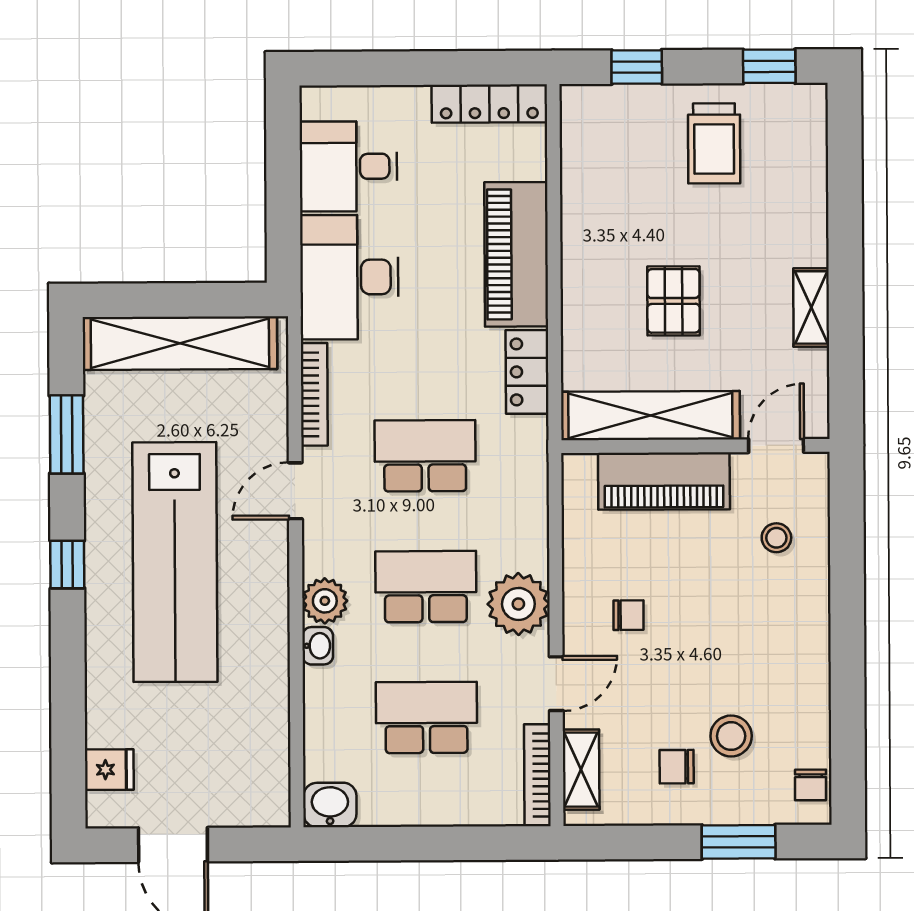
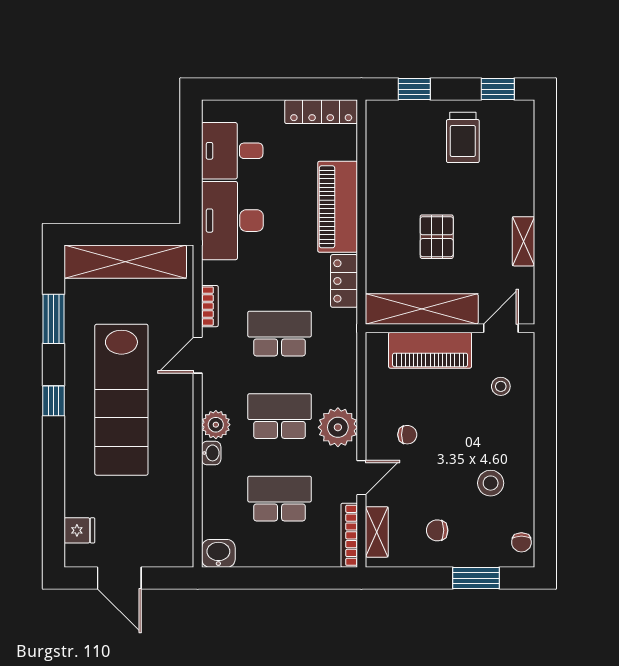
bookcase: (314, 394) -> (210, 306), width x0.64
stool: (731, 736) -> (491, 483), moved

